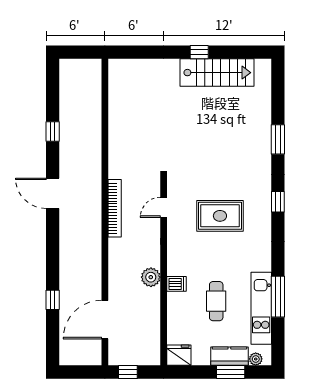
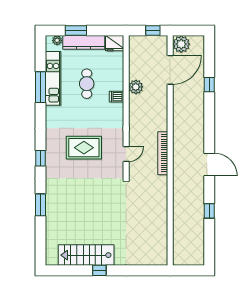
plant: (151, 277) -> (136, 87), moved
plant: (90, 354) -> (181, 44), added
kitchen counter: (229, 356) -> (84, 42), width x1.50

